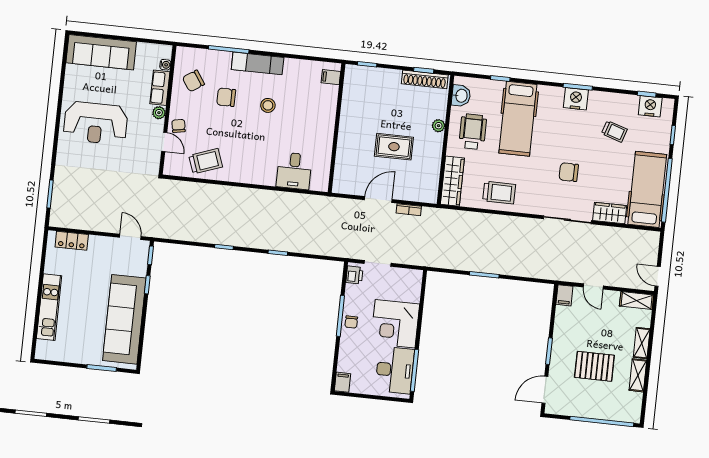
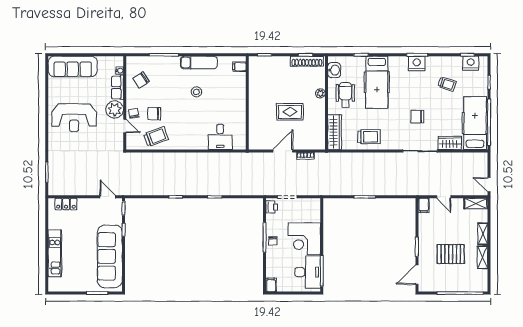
exam couch: (258, 63) -> (199, 63), moved
chair: (226, 97) -> (154, 114), moved
plant: (159, 113) -> (115, 110), width x1.88, depth x1.88

